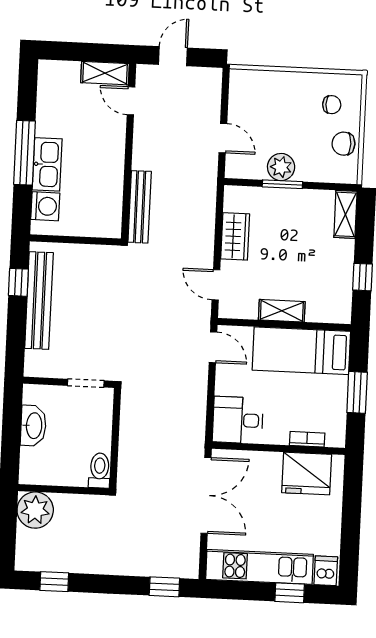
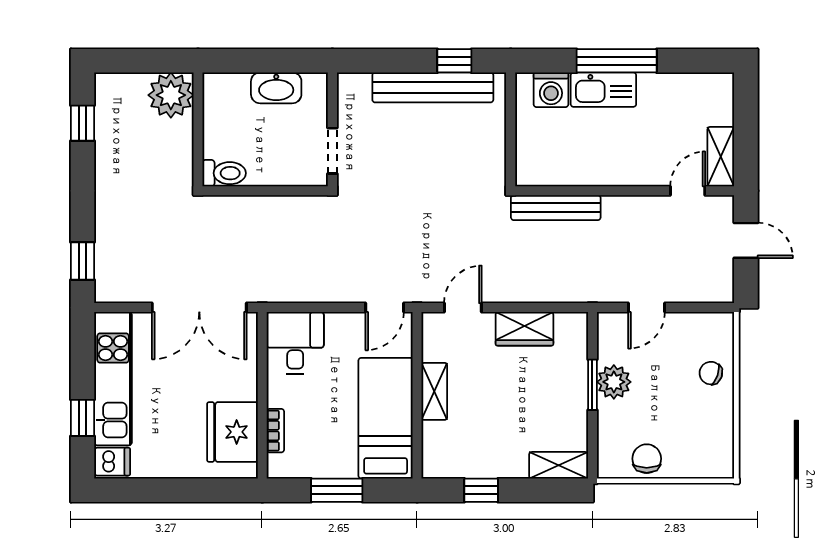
chair: (332, 105) -> (711, 373), moved, turned 109

